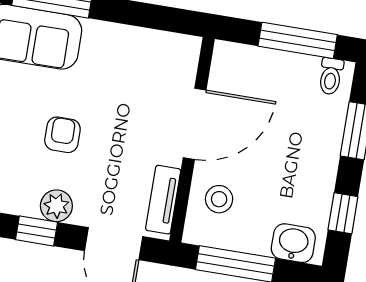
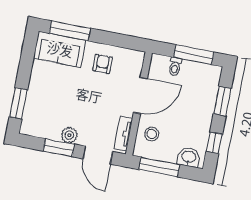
toilet: (331, 76) -> (175, 67), moved
armchair: (62, 135) -> (102, 64), moved
window: (37, 231) -> (59, 148), width x1.50

